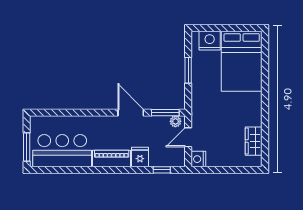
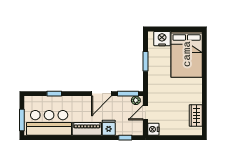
window: (69, 113) -> (54, 94), added
door: (131, 113) -> (102, 94), swing flipped

